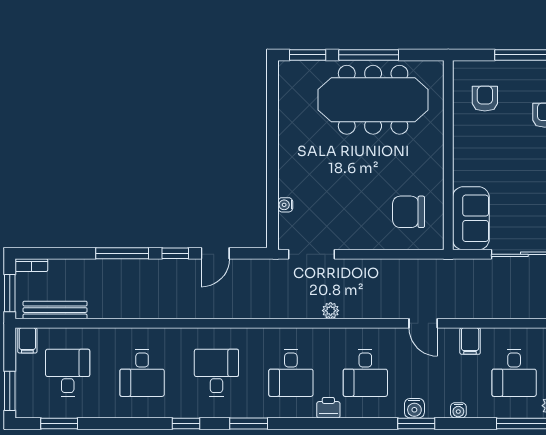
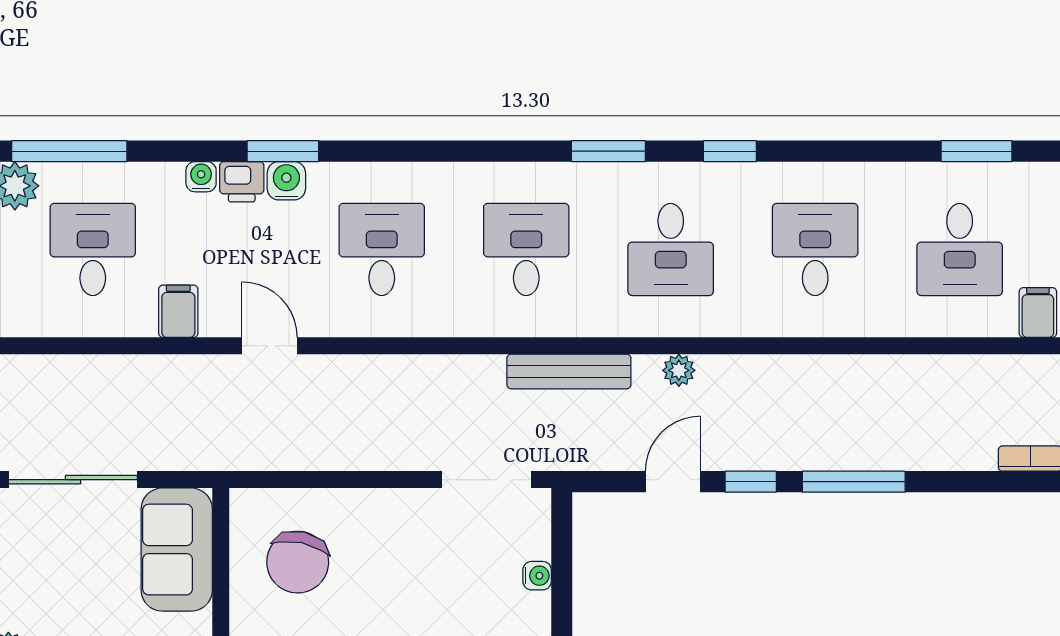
chair: (409, 212) -> (298, 562), turned 102
bench: (55, 310) -> (569, 371), moved
plant: (331, 311) -> (679, 370), moved
printer: (328, 408) -> (242, 182), moved

